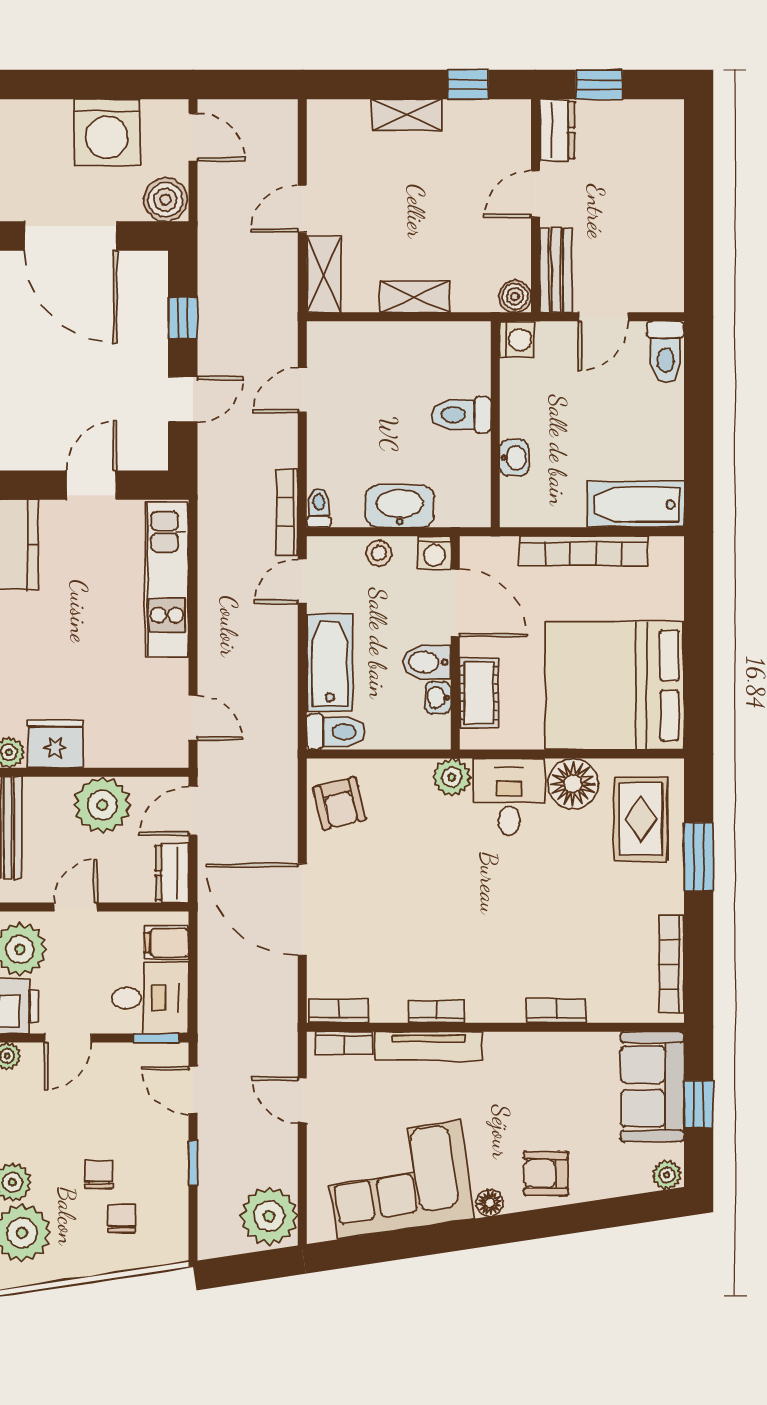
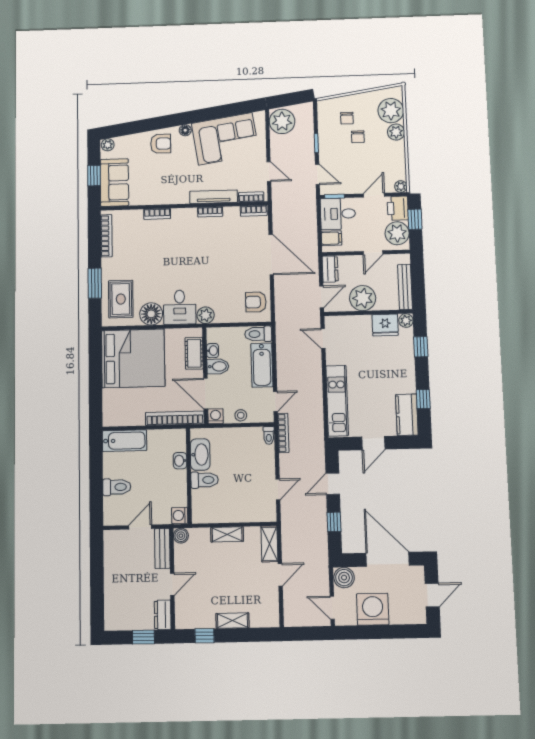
toilet: (666, 352) -> (117, 487), moved, turned 90
washbasin: (400, 506) -> (200, 455), moved, turned -90
bookcase: (583, 551) -> (175, 418), moved
armchair: (339, 803) -> (256, 302), turned -76

